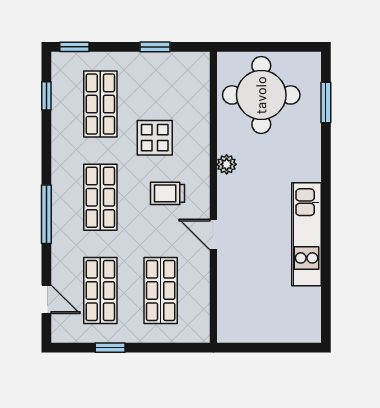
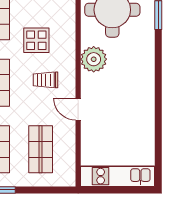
plant: (227, 164) -> (94, 59), width x1.87, depth x1.87
kitchen unit: (307, 234) -> (118, 176), moved, turned 90

